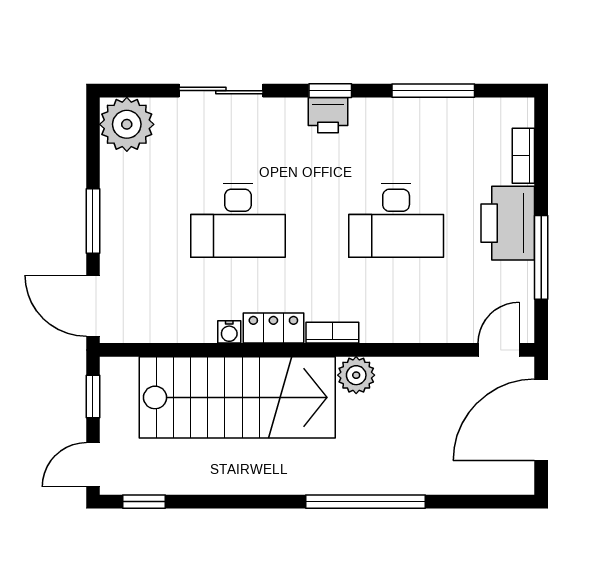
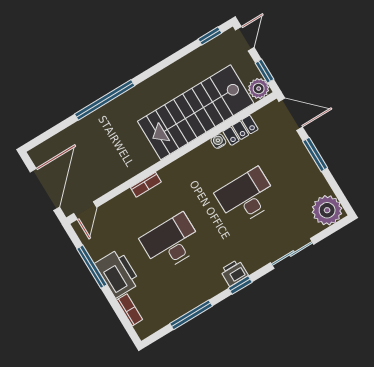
locker: (273, 328) -> (241, 130), moved
bookcase: (332, 333) -> (146, 185), moved
plant: (356, 375) -> (259, 89), moved

